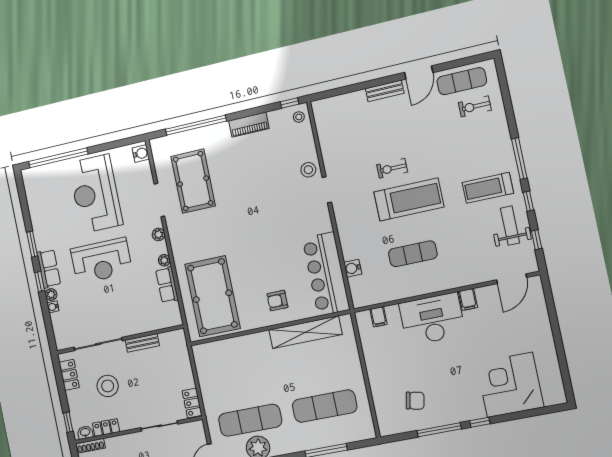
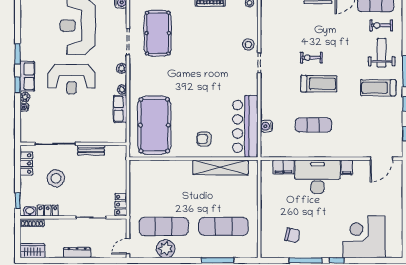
treadmill: (409, 199) -> (319, 84), width x0.73, depth x0.73
weight bench: (510, 226) -> (382, 53), moved
filing cabinet: (379, 317) -> (283, 167), width x2.00

